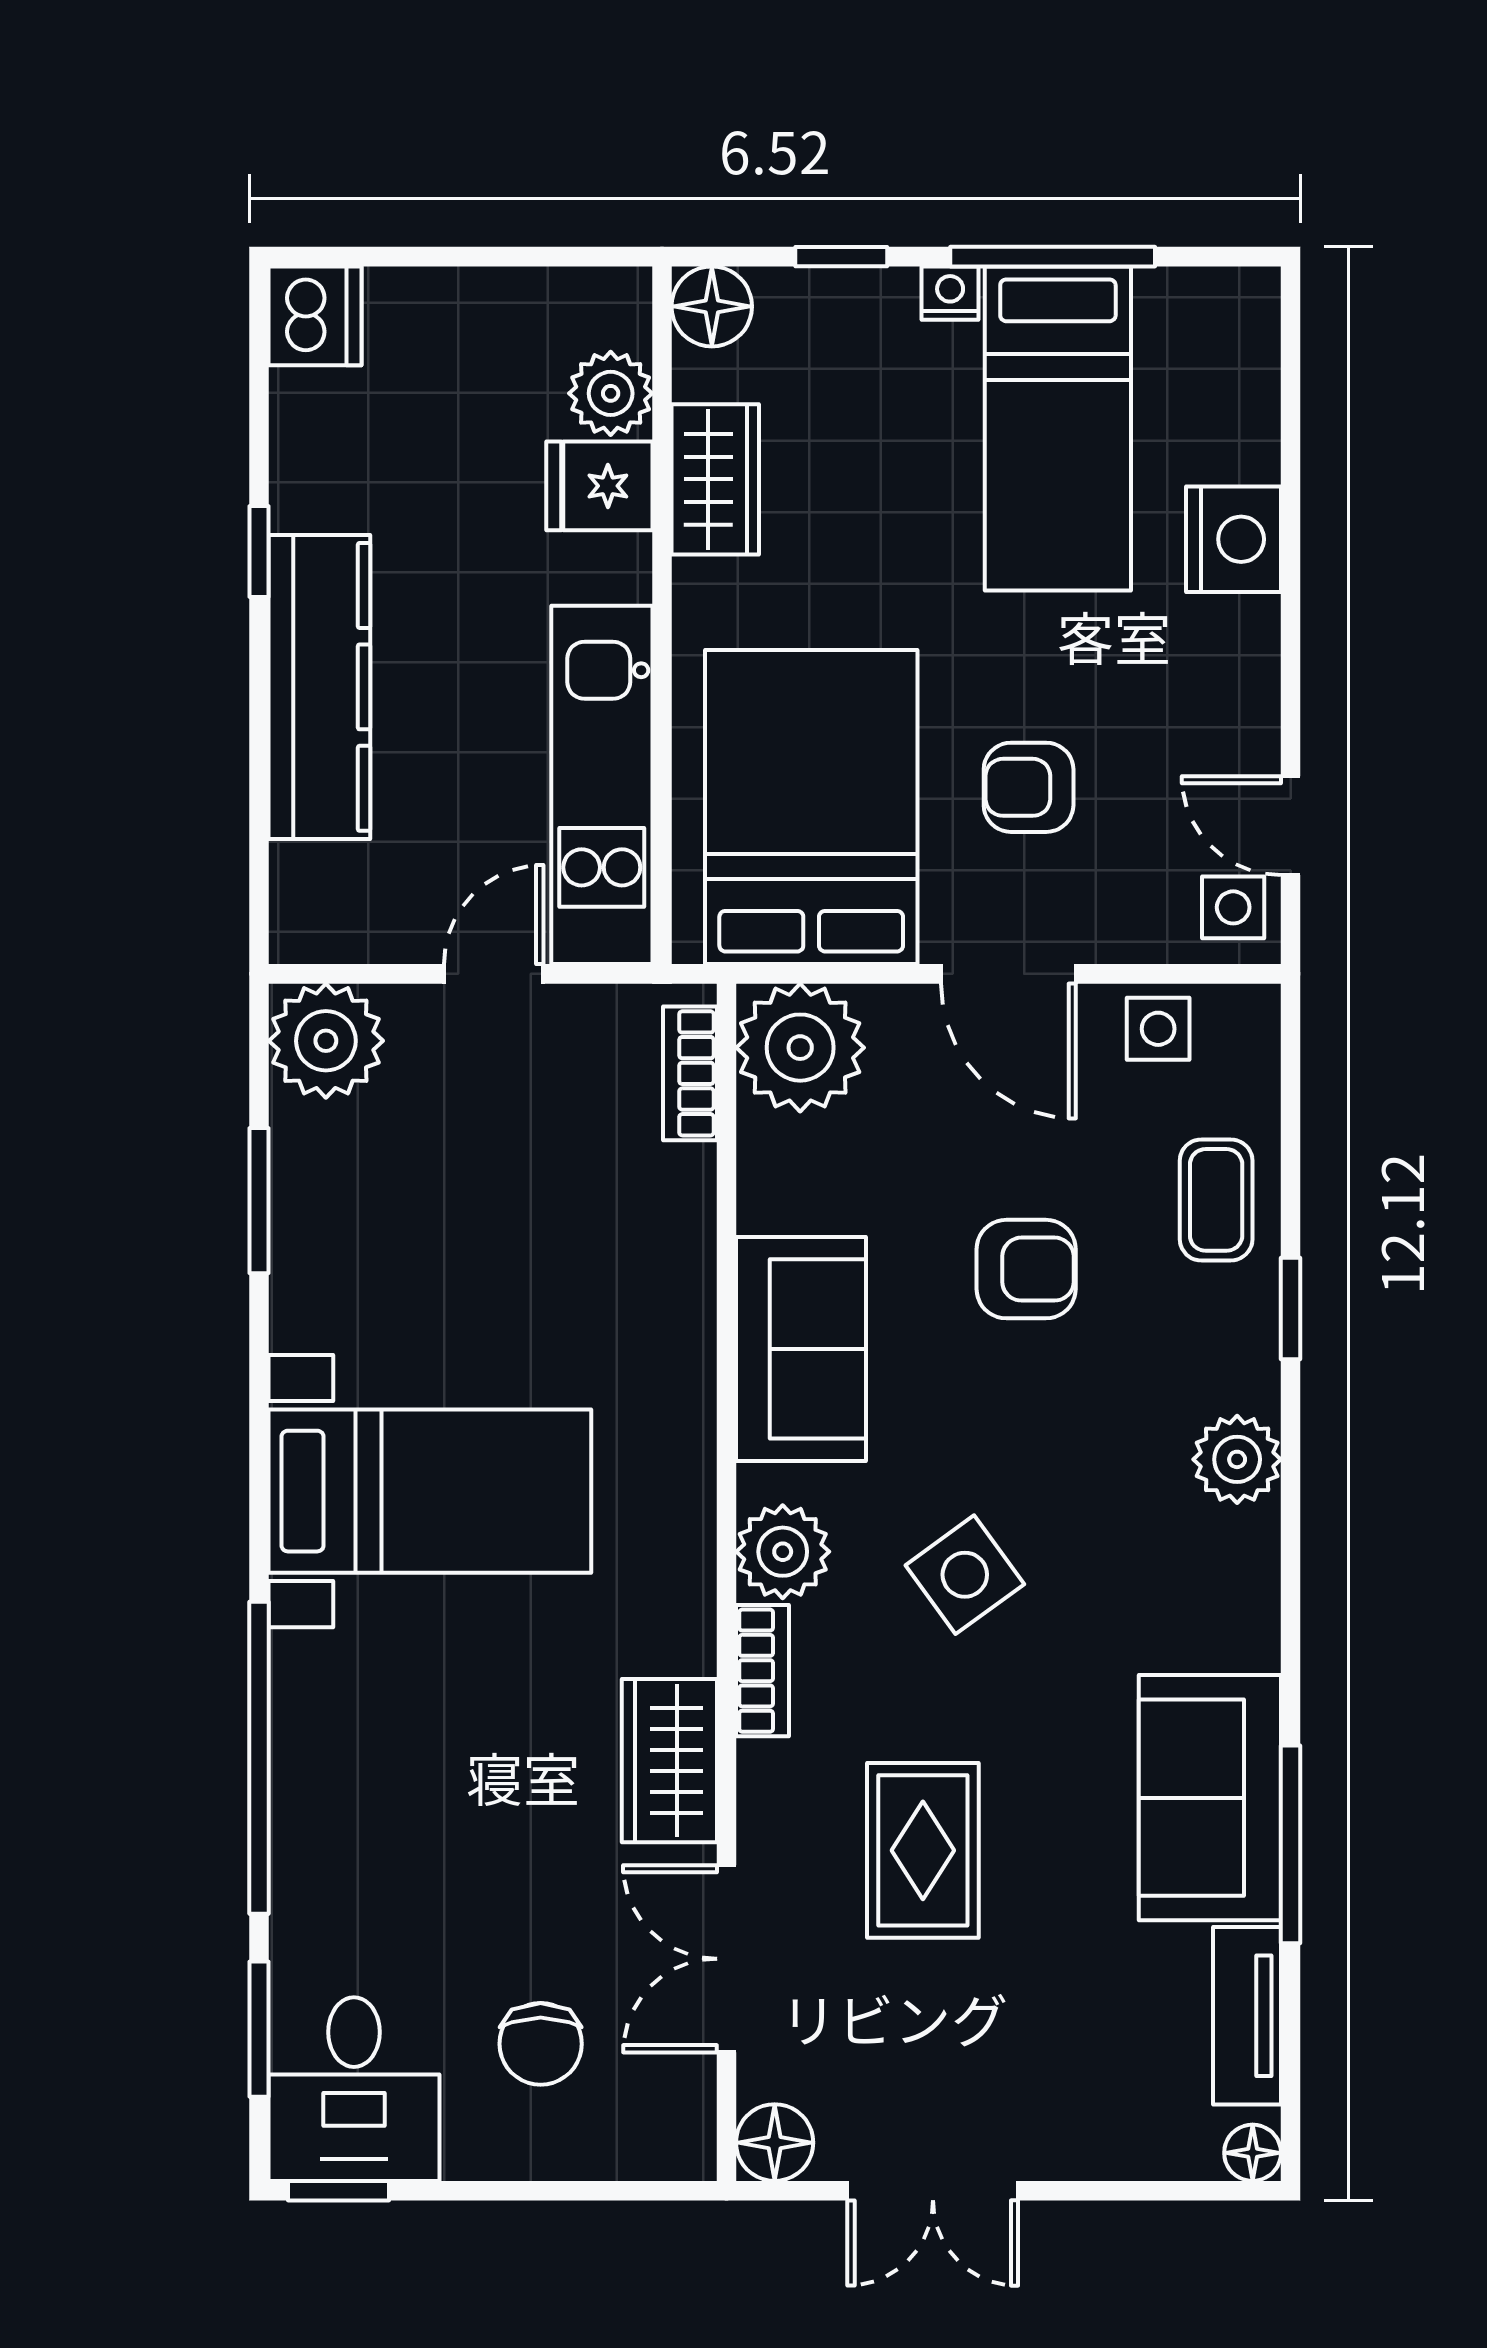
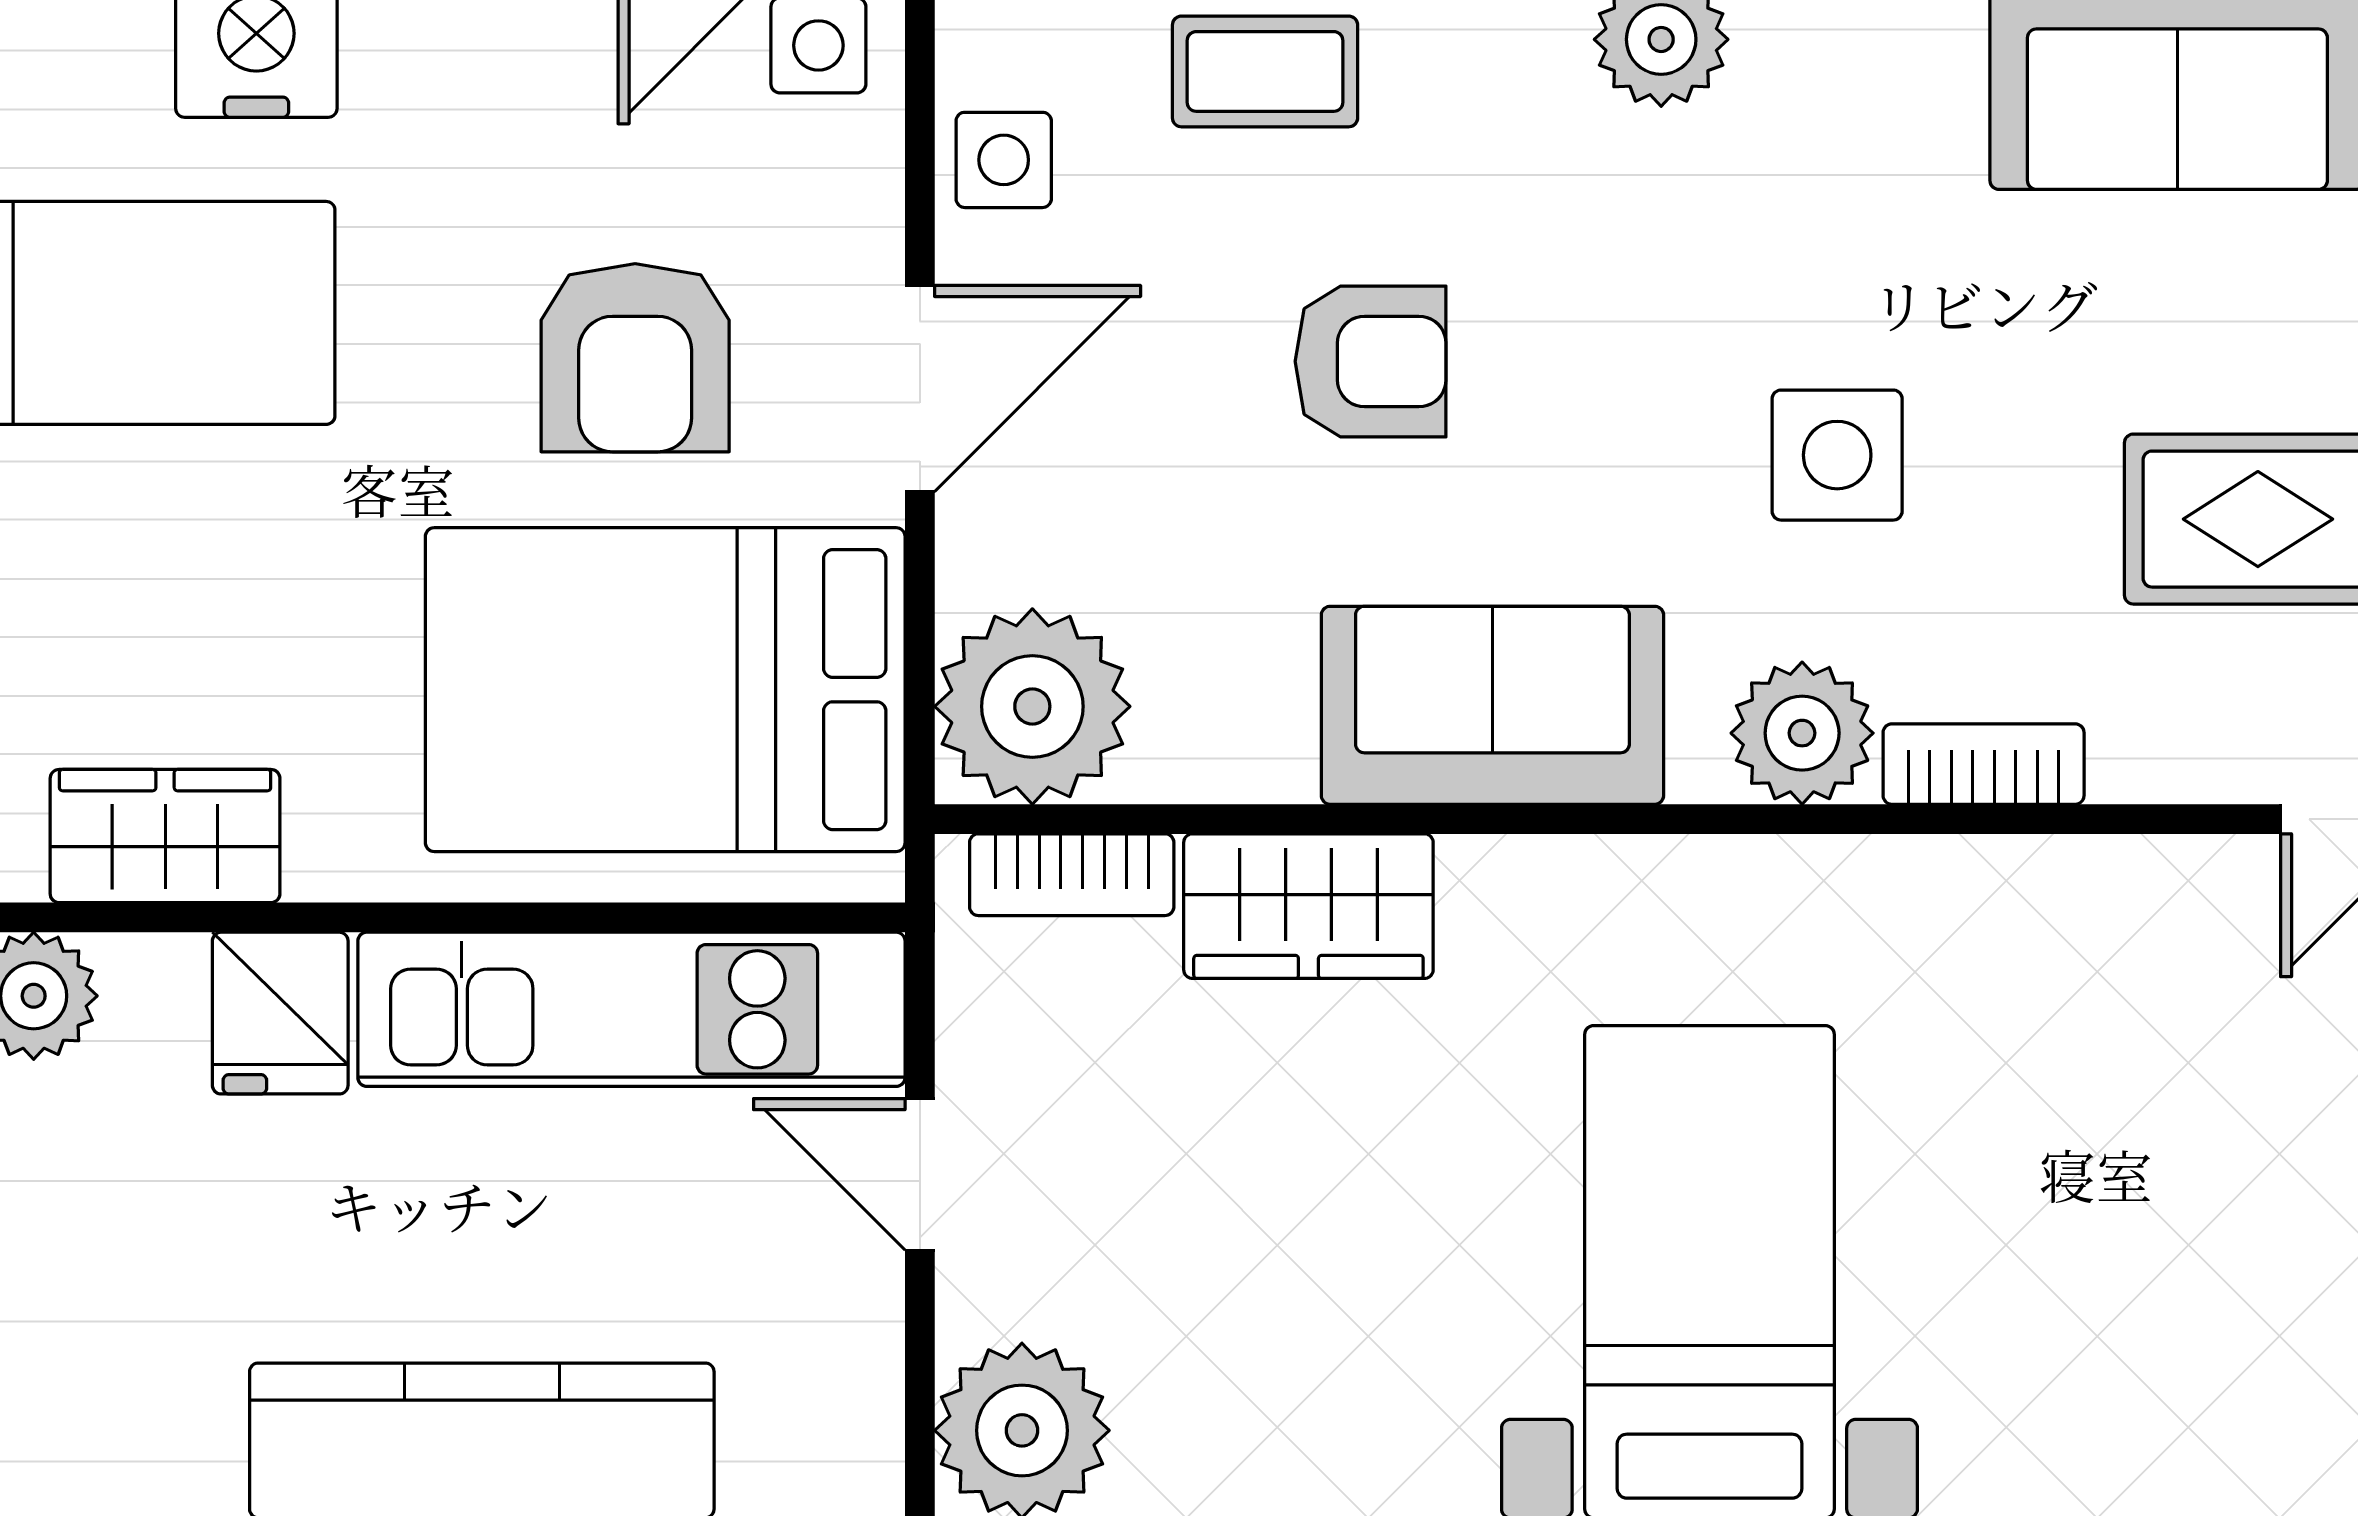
fridge: (599, 486) -> (280, 1013), moved
armchair: (1029, 787) -> (635, 358), width x1.38, depth x1.38
armchair: (1026, 1269) -> (1371, 361), turned 90
side table: (965, 1575) -> (1837, 455), turned 36
wardrobe: (669, 1761) -> (1308, 906), moved

